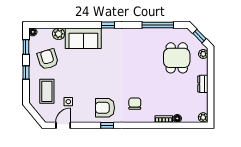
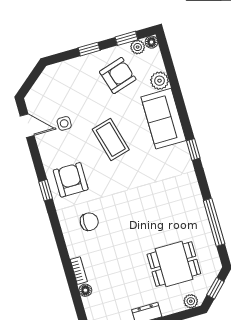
plant: (33, 42) -> (138, 47), added
coffee table: (47, 91) -> (111, 139), moved, turned 75

